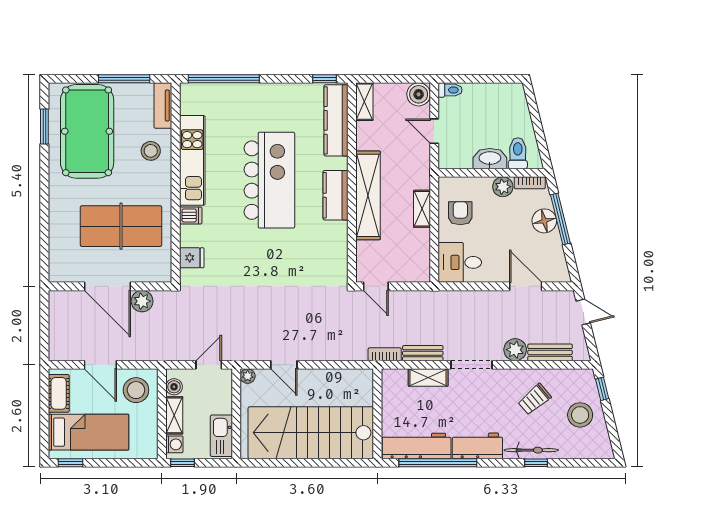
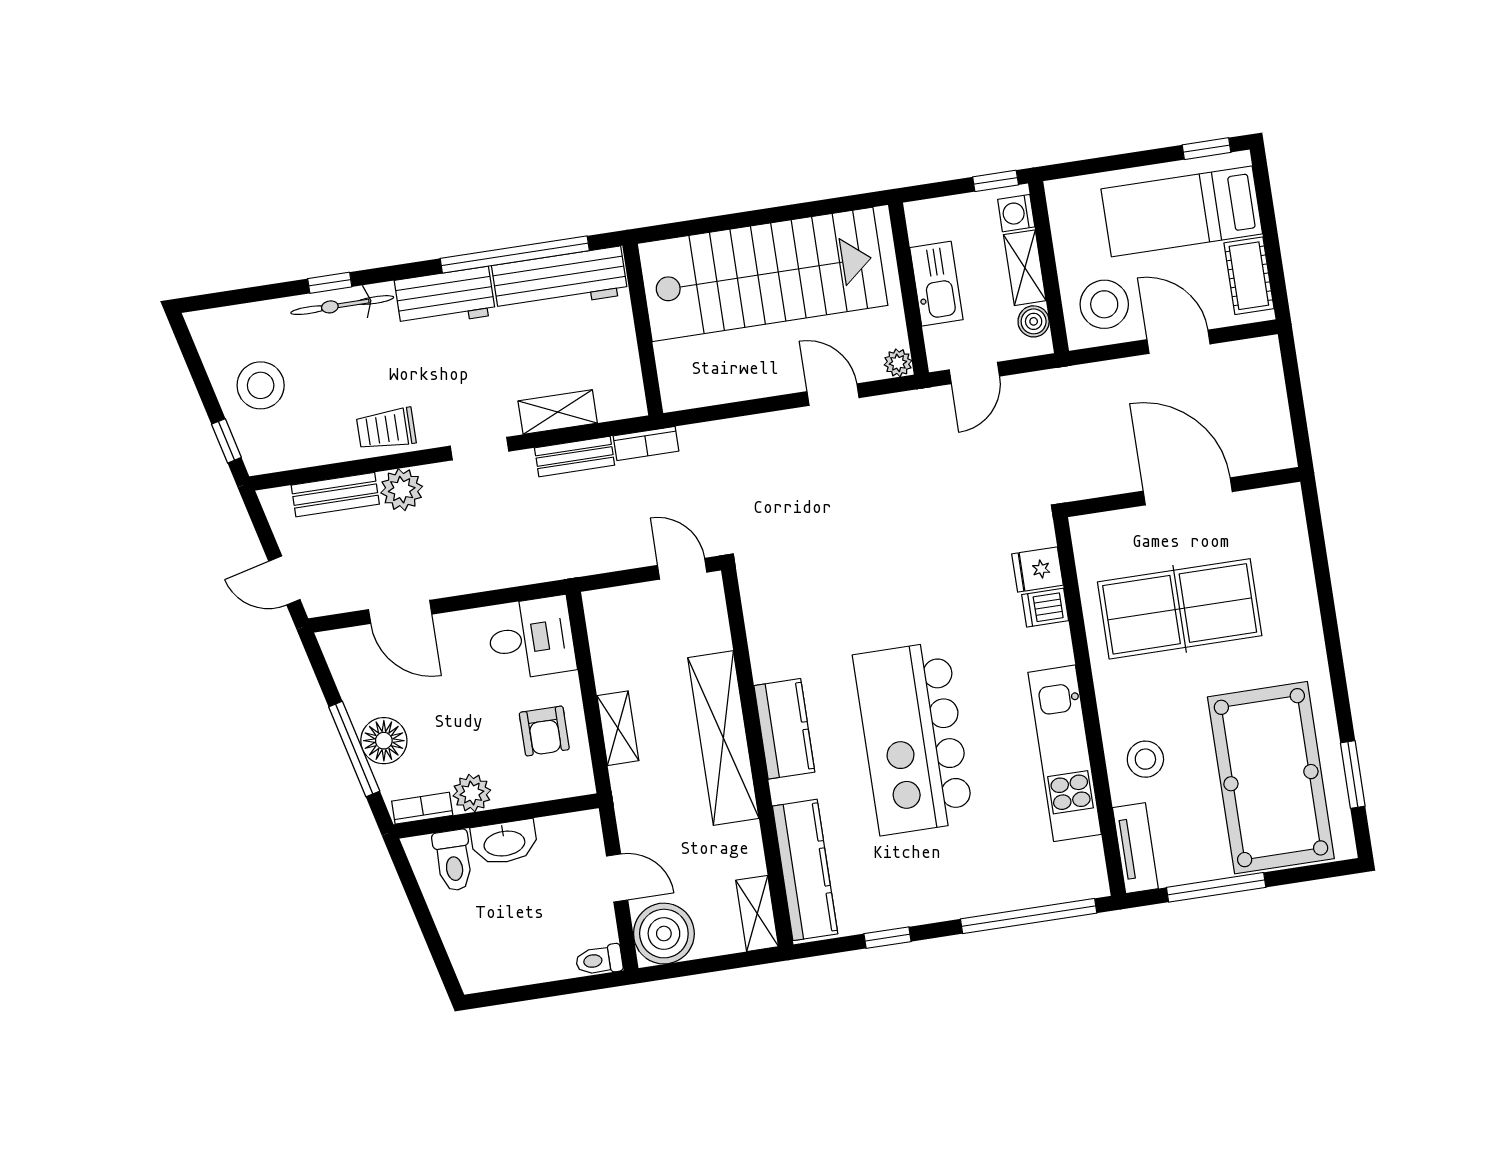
window: (325, 79) -> (887, 938), moved
boiler: (419, 94) -> (664, 934), width x1.37, depth x1.37
dishwasher: (191, 215) -> (1045, 608), moved
plant: (142, 301) -> (1118, 474), removed
doorway: (472, 365) -> (479, 449), width x0.73
trolley: (534, 399) -> (386, 429), moved, turned -140
kitchen sink: (221, 436) -> (936, 284), moved

